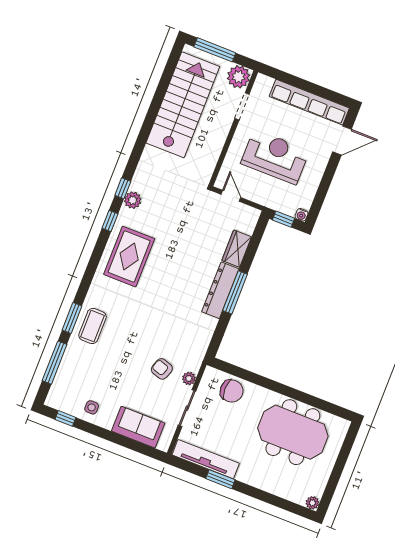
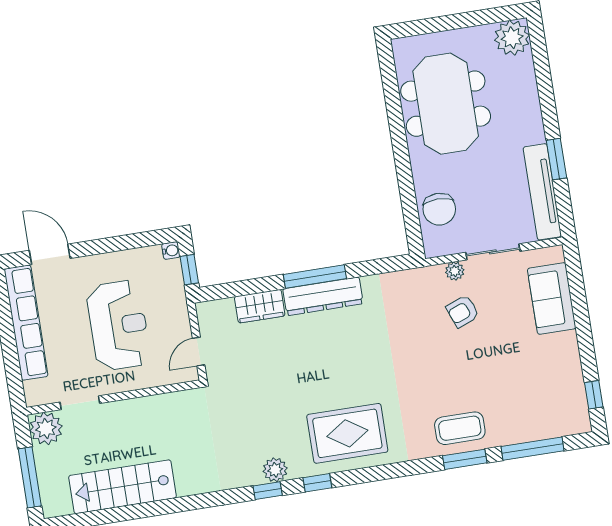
stairs: (183, 105) -> (123, 487), width x0.73, depth x0.66
reception desk: (275, 157) -> (118, 325), turned 180
armchair: (162, 369) -> (463, 311), turned 51
chair: (232, 391) -> (439, 209), turned 180
side table: (92, 407) -> (561, 370), removed
plant: (312, 503) -> (512, 38), width x1.87, depth x1.87

